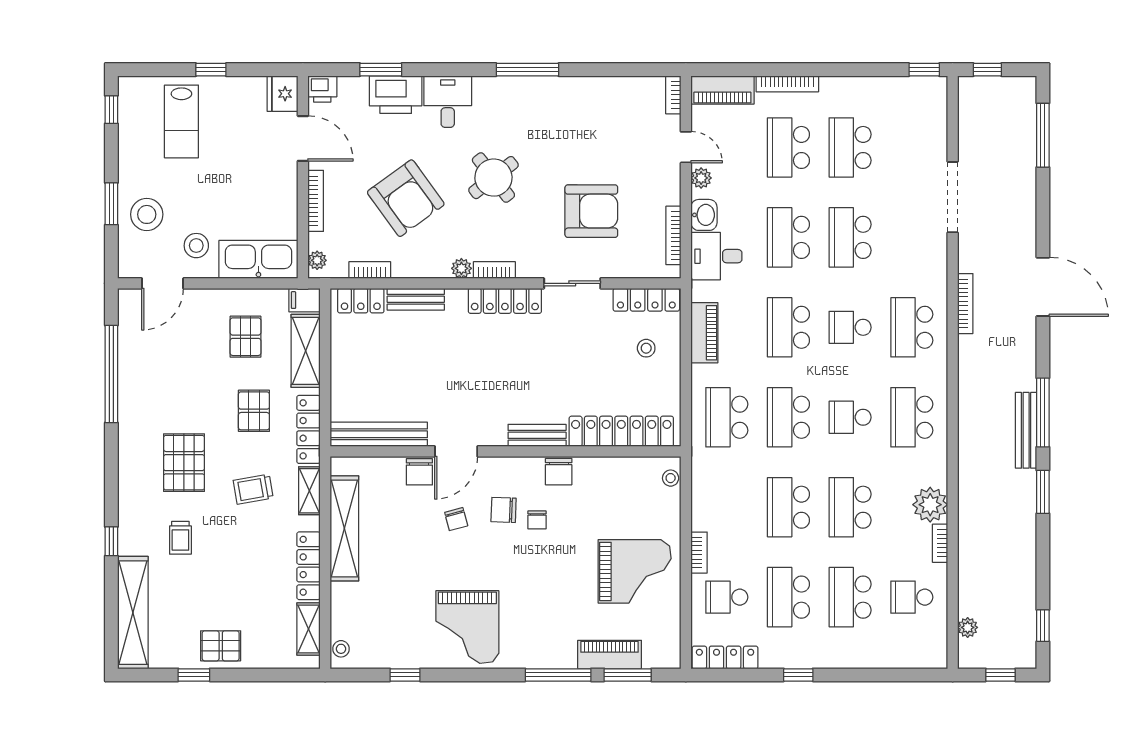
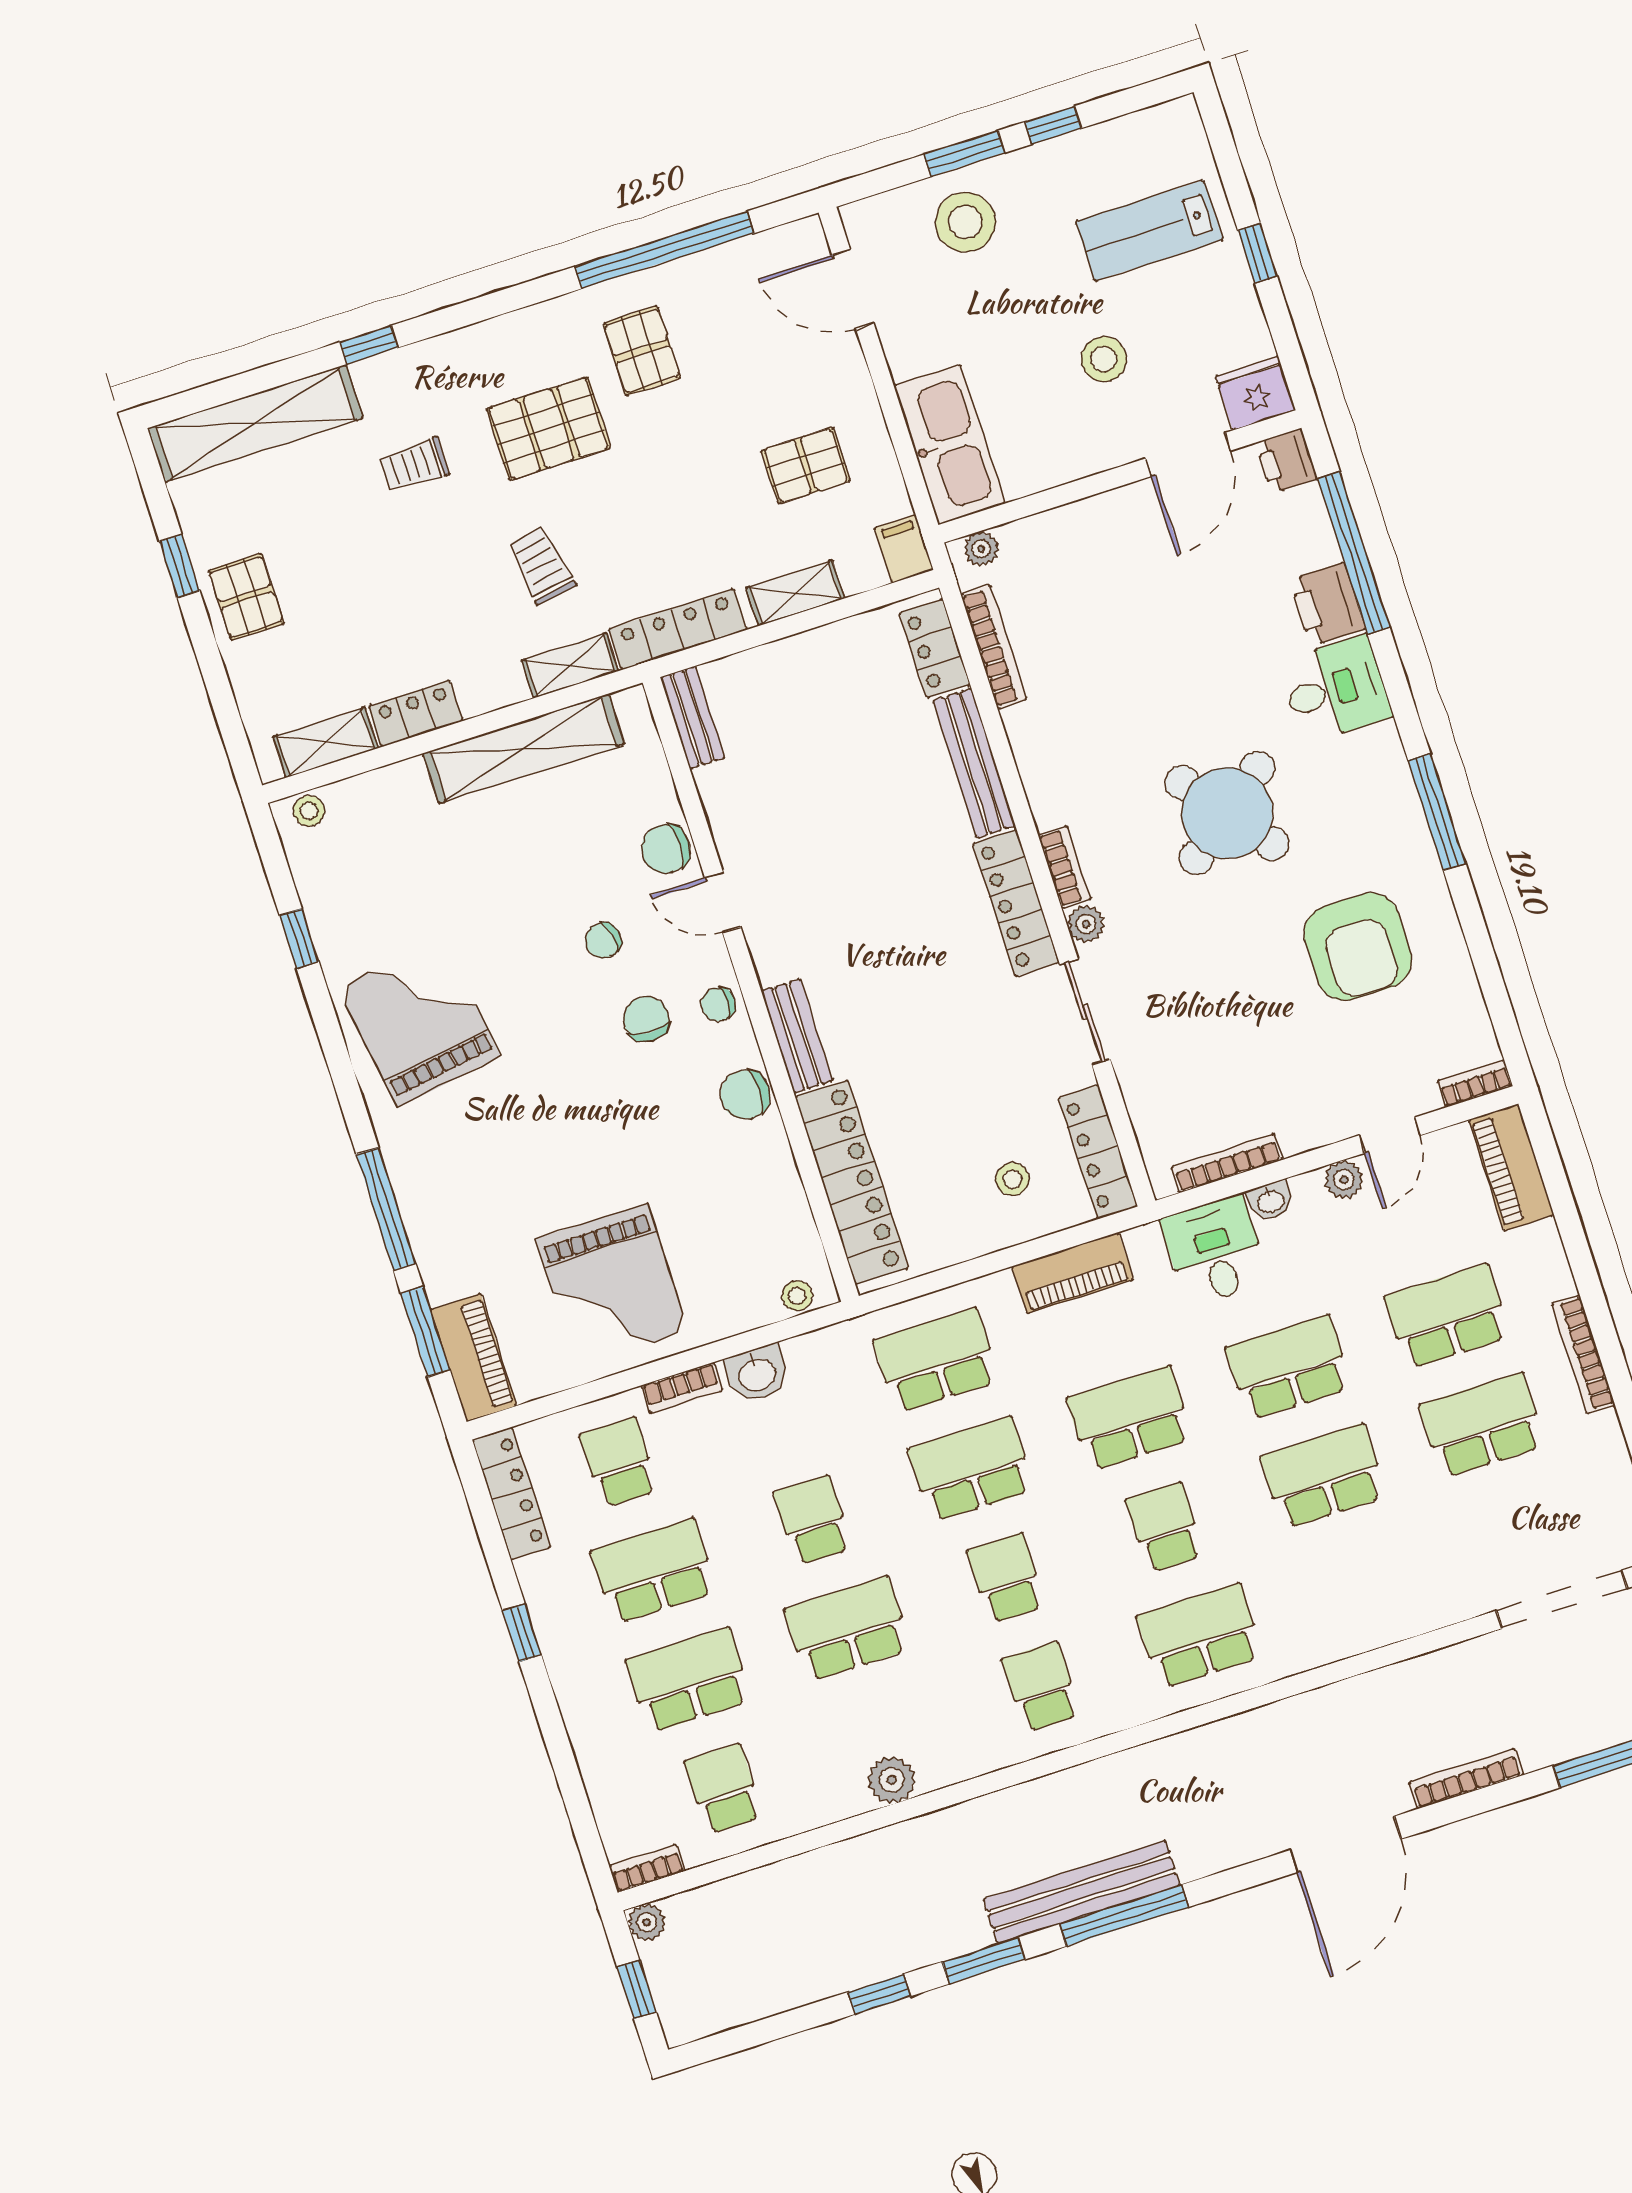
window: (381, 70) -> (1354, 553), width x2.11
bookcase: (787, 84) -> (1583, 1354), moved
printer: (396, 95) -> (1327, 604), width x0.73, depth x0.84
window: (111, 110) -> (1053, 125), moved
round table: (493, 178) -> (1227, 813), width x1.36, depth x1.36
doorway: (953, 197) -> (1562, 1599), moved
armchair: (406, 198) -> (1141, 670), removed
bookcase: (316, 201) -> (1085, 512), removed
armchair: (591, 211) -> (1358, 947), moved
washbasin: (704, 215) -> (1270, 1201), width x0.72, depth x0.69
stool: (196, 246) -> (1104, 359), moved
plant: (461, 268) -> (1086, 924), moved
bookcase: (370, 270) -> (994, 647), width x1.56
bench: (416, 299) -> (974, 763), width x1.36
bookcase: (965, 304) -> (1466, 1779), moved, turned 180
shelving: (306, 351) -> (795, 593), width x0.67, depth x0.75
pallet: (254, 411) -> (642, 351), moved, turned 90
school desk: (912, 417) -> (1041, 1687), width x0.54
bench: (1026, 430) -> (1081, 1892), width x1.37, depth x1.21
bench: (379, 434) -> (692, 717), width x0.54, depth x0.82
door: (456, 451) -> (723, 902), width x0.73
plant: (930, 505) -> (892, 1780), width x0.73, depth x0.73
school desk: (788, 507) -> (812, 1520), width x0.54
washbasin: (704, 512) -> (757, 1374), added
chair: (537, 520) -> (718, 1005), moved
bookcase: (940, 543) -> (647, 1869), moved
locker: (309, 566) -> (416, 713), width x0.66
window: (1043, 626) -> (879, 1994), moved
grand piano: (467, 627) -> (419, 1022), turned 81
plant: (968, 627) -> (647, 1922), moved
piano: (610, 655) -> (474, 1358), moved

